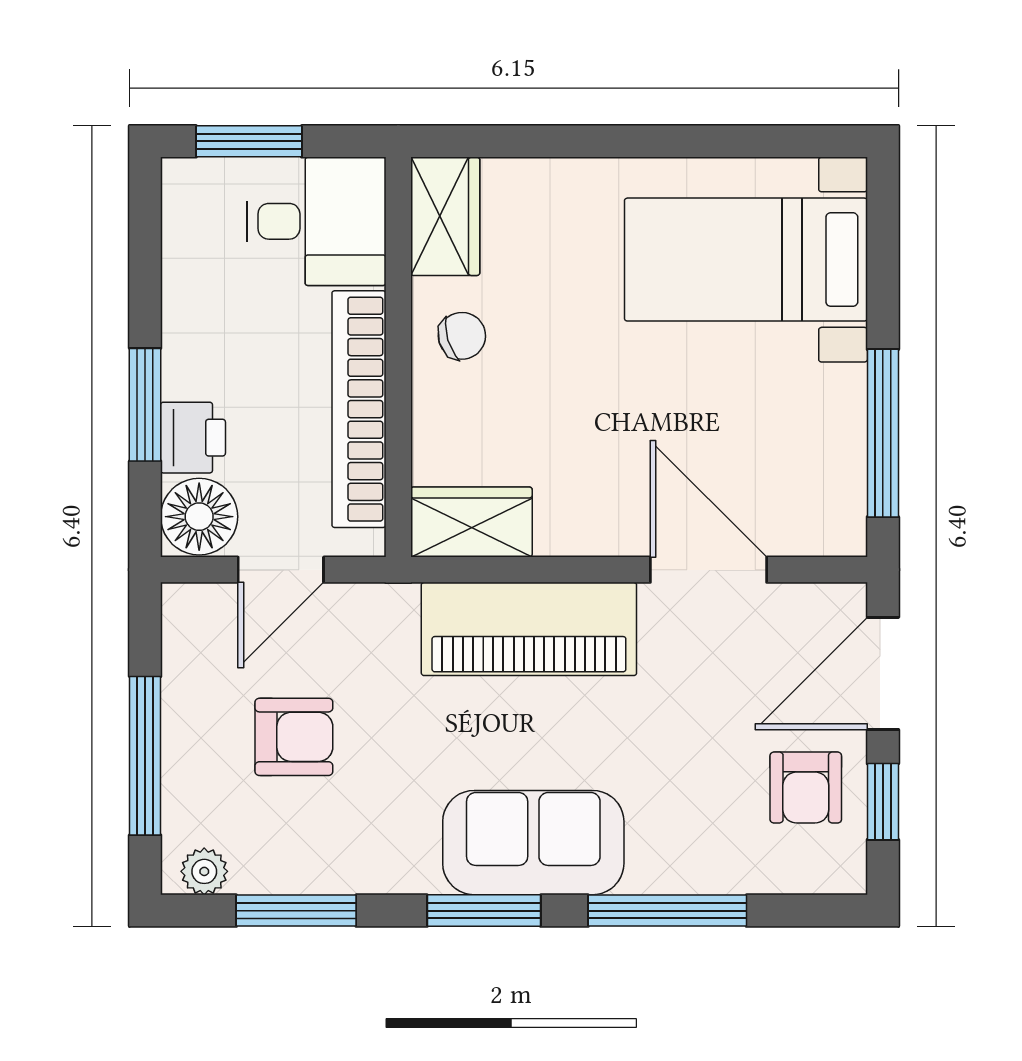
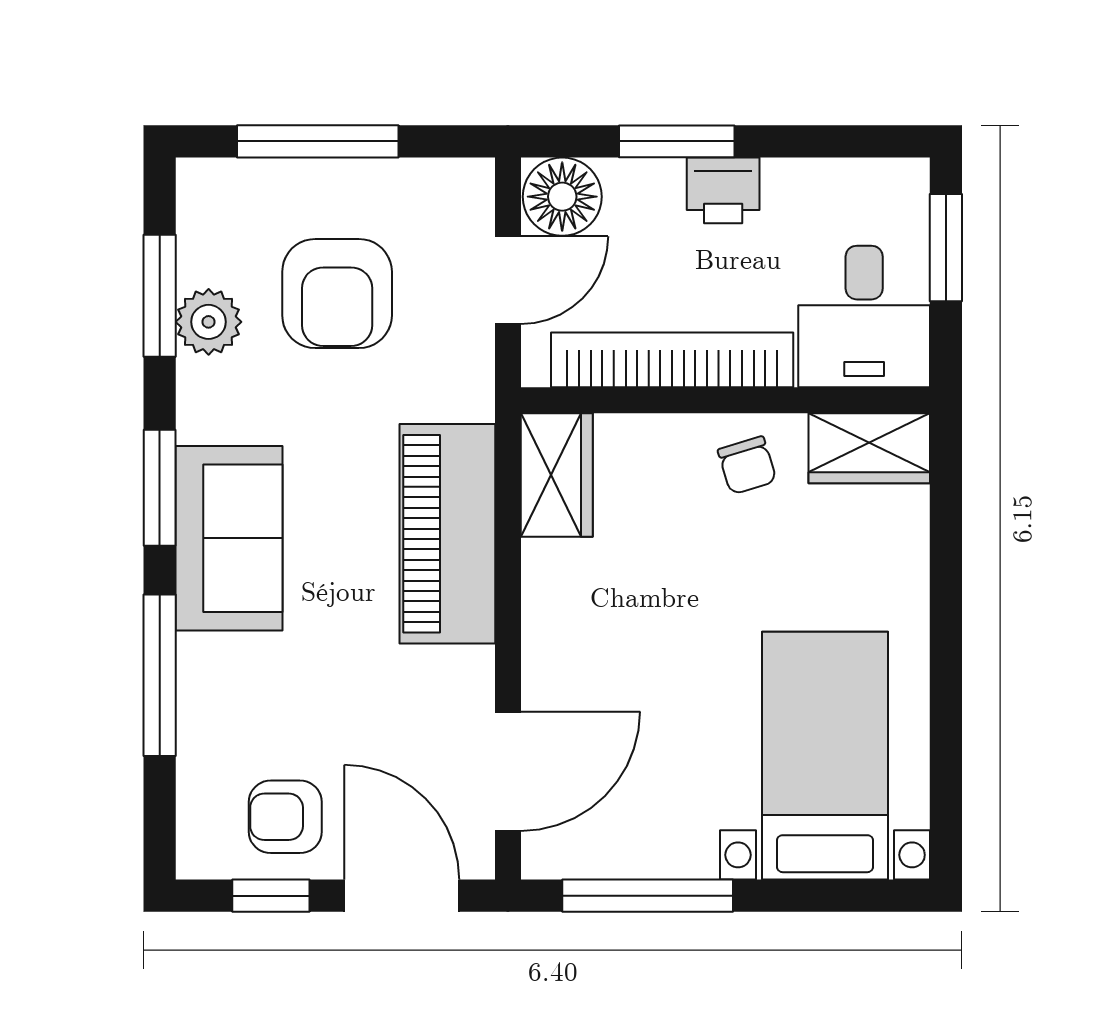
printer: (193, 438) -> (723, 190), moved
door: (281, 570) -> (508, 280), swing flipped
door: (708, 570) -> (508, 771), moved
armchair: (294, 737) -> (337, 294), width x1.38, depth x1.38
plant: (204, 871) -> (209, 322), moved, width x1.38, depth x1.38

